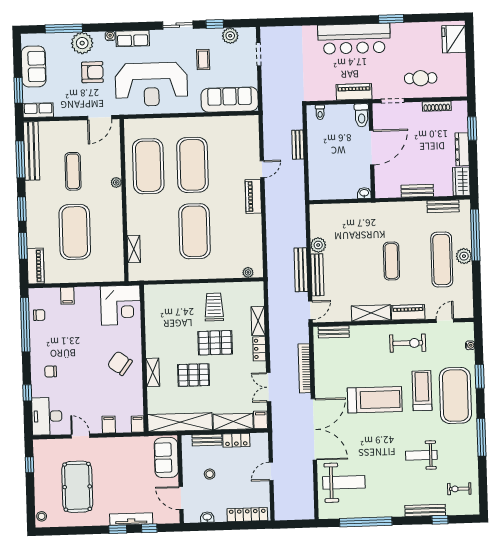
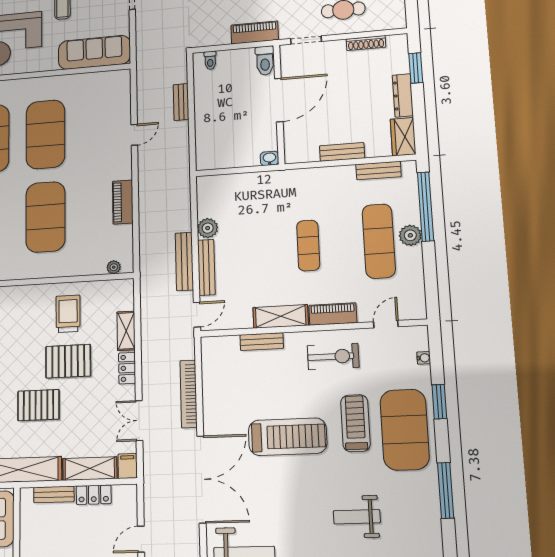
piano: (253, 196) -> (123, 202), moved
bench: (334, 332) -> (262, 342), moved
stool: (210, 474) -> (56, 543), removed

